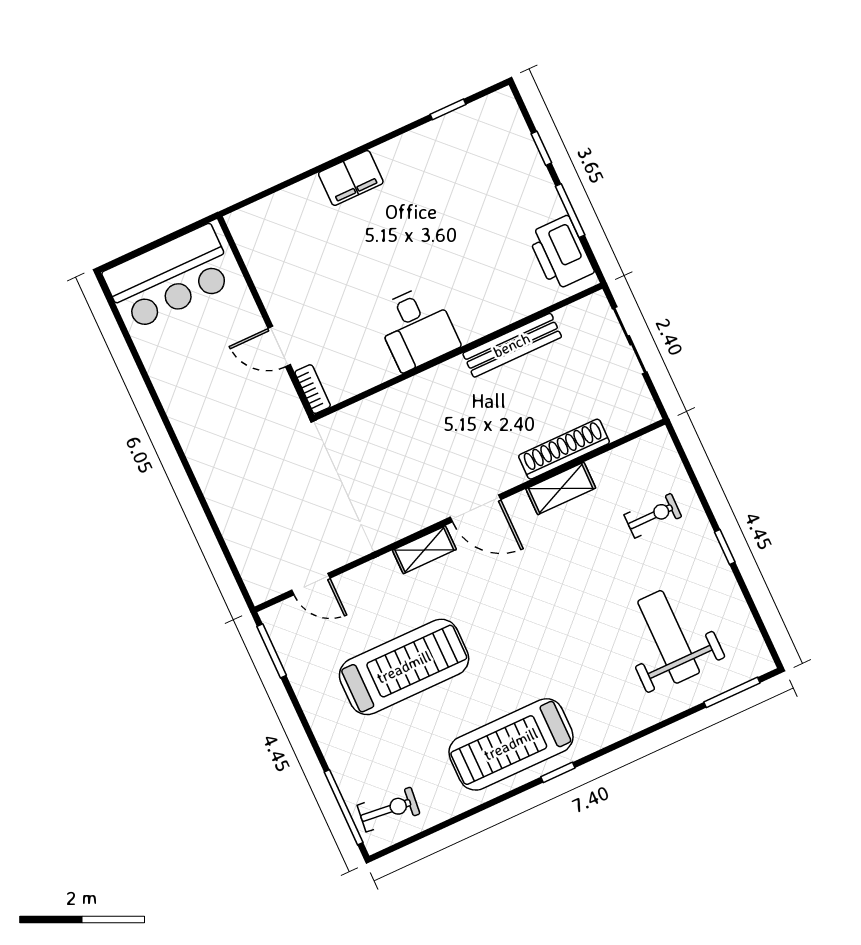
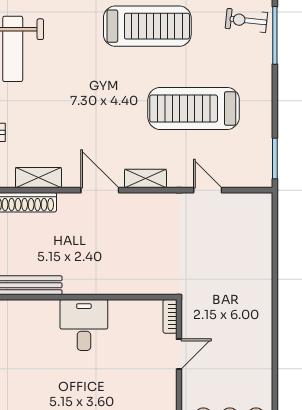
door: (279, 347) -> (179, 354), hinge flipped
door: (311, 584) -> (208, 190), moved

